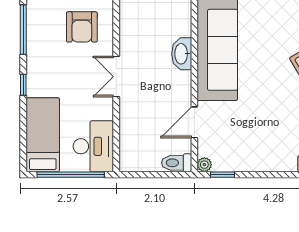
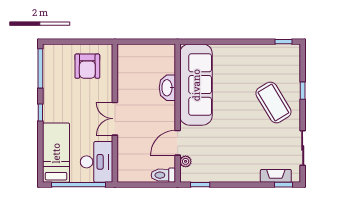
double door: (116, 77) -> (115, 119), moved
plant: (204, 165) -> (186, 161), moved

